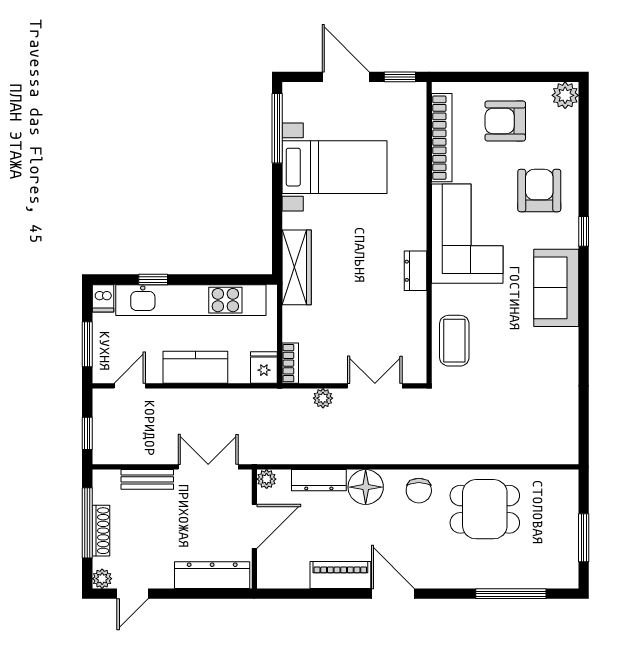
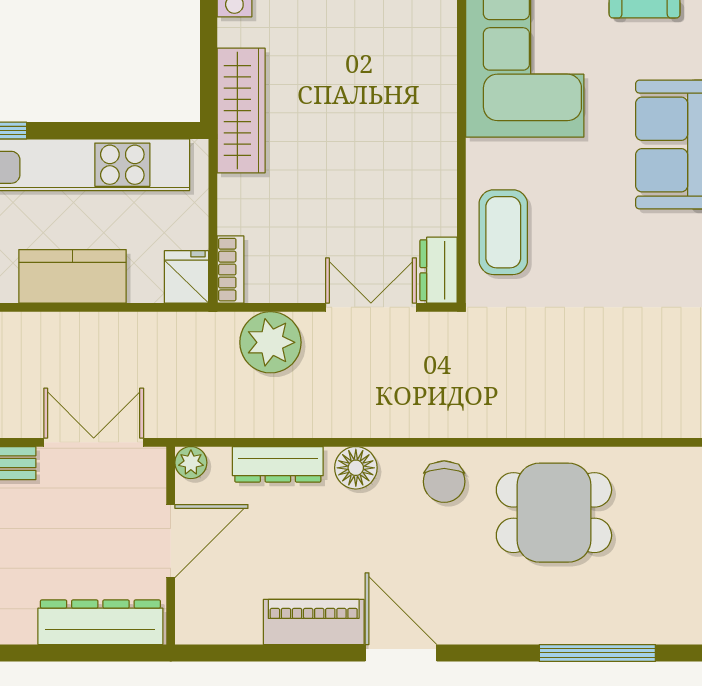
dresser: (415, 271) -> (439, 270), moved
plant: (323, 398) -> (270, 342), width x1.88, depth x1.88
floor lamp: (366, 487) -> (356, 468), width x0.73, depth x0.73

